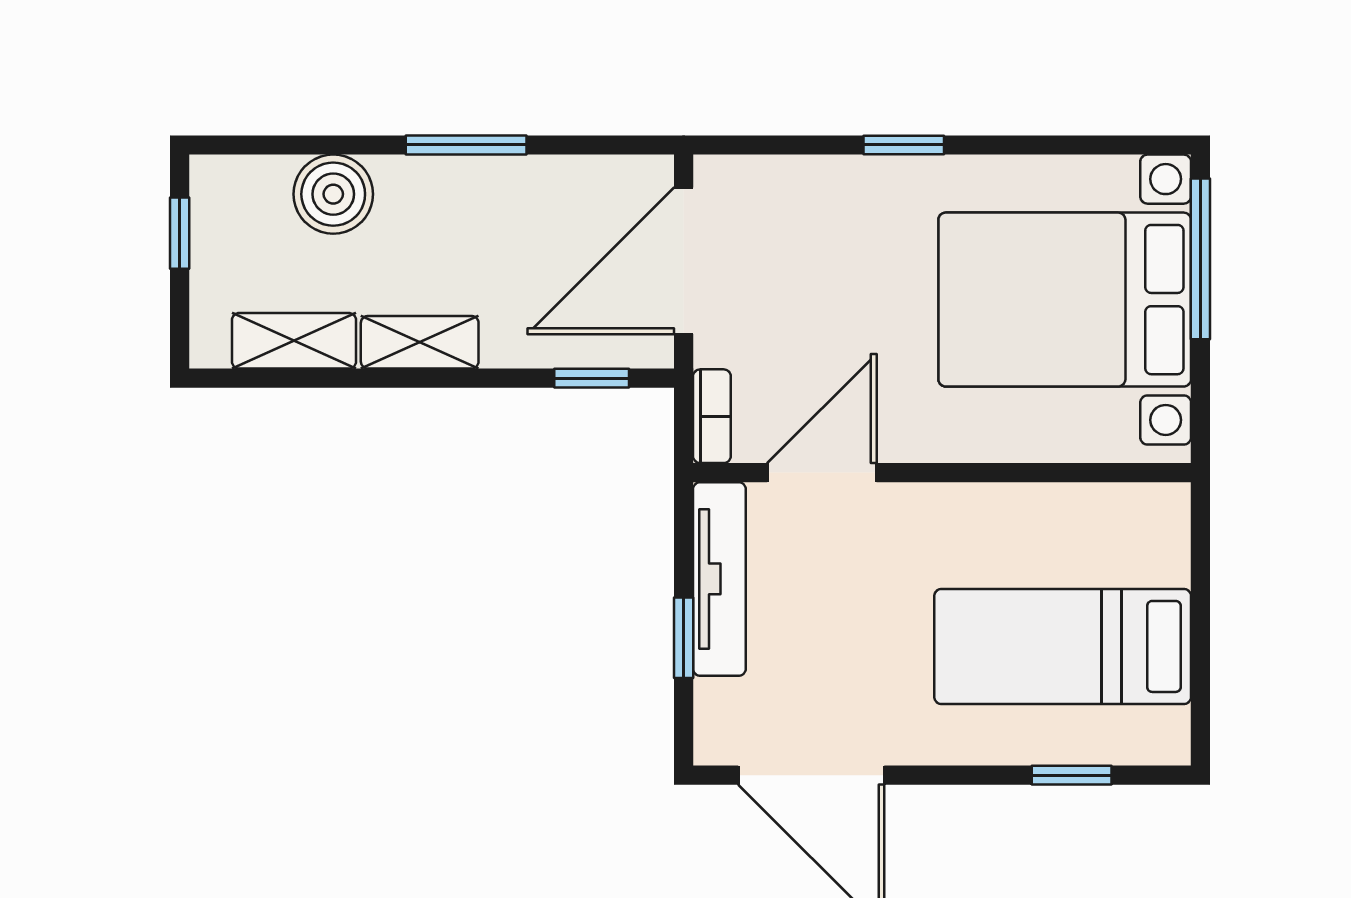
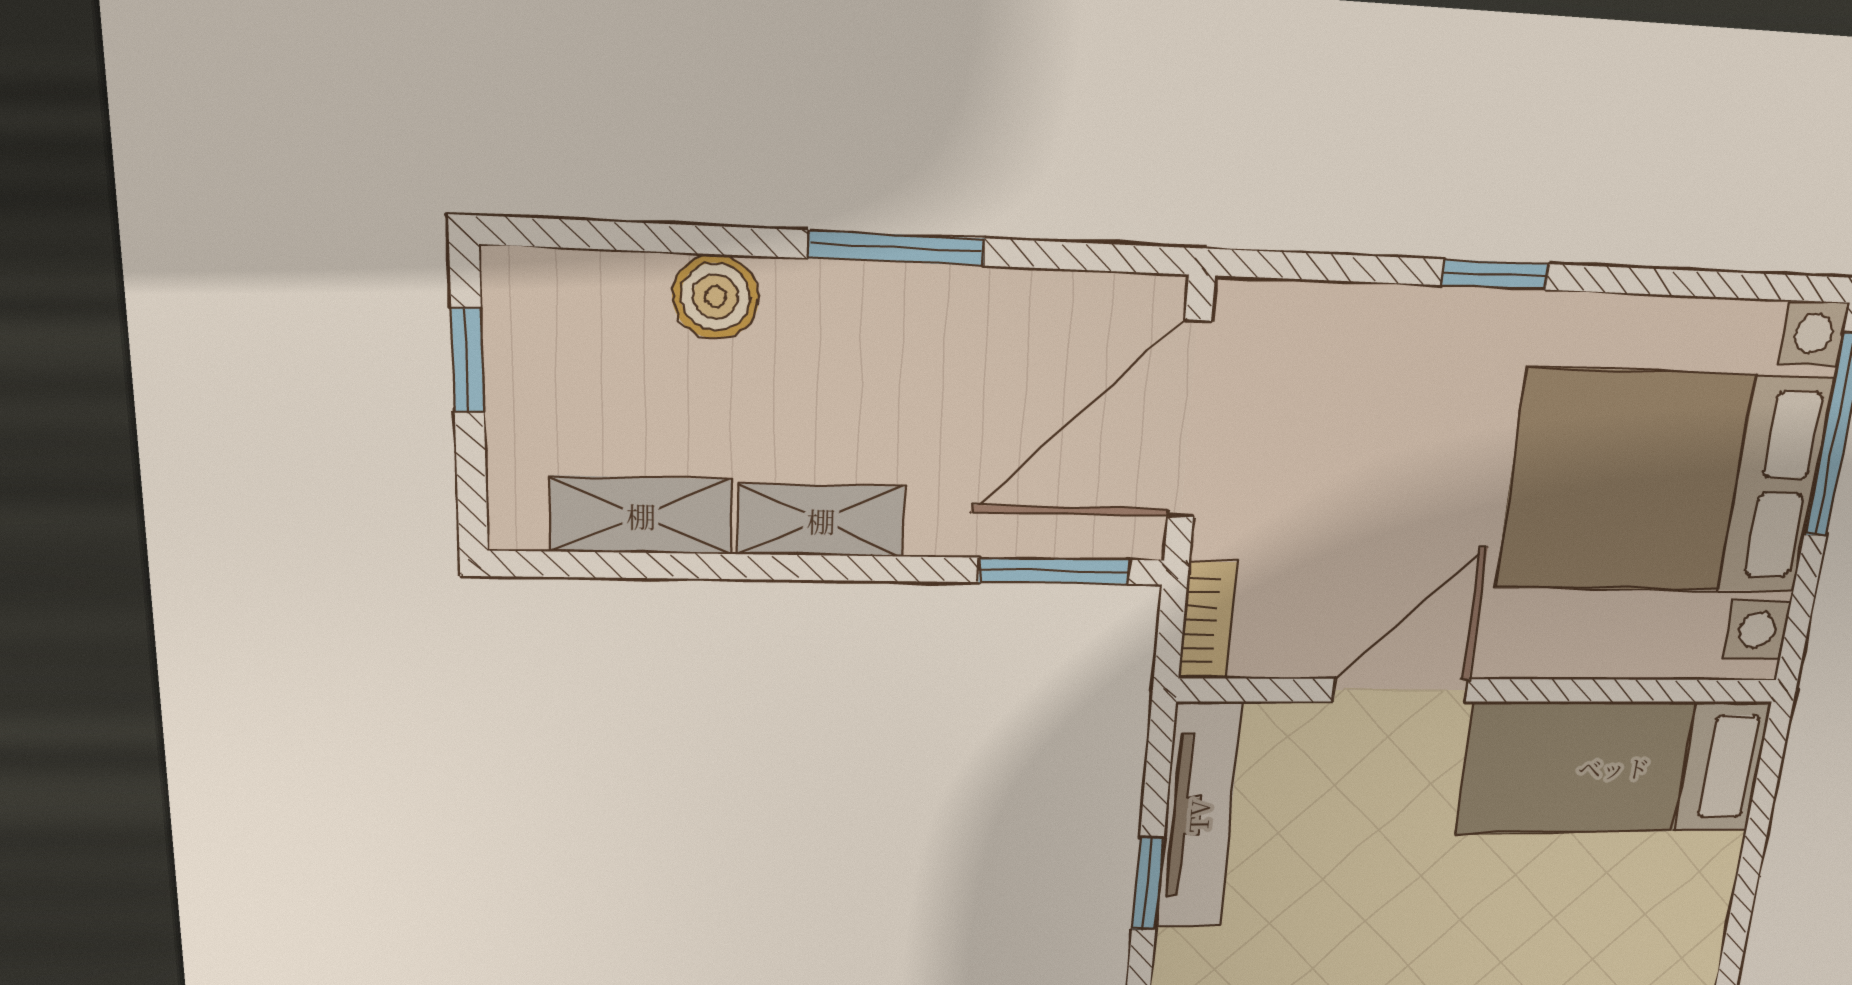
boiler: (333, 194) -> (716, 297), width x0.73, depth x0.73
window: (592, 378) -> (1054, 571), width x1.50
door: (822, 473) -> (1401, 690), moved
bed: (1063, 646) -> (1614, 767), moved

